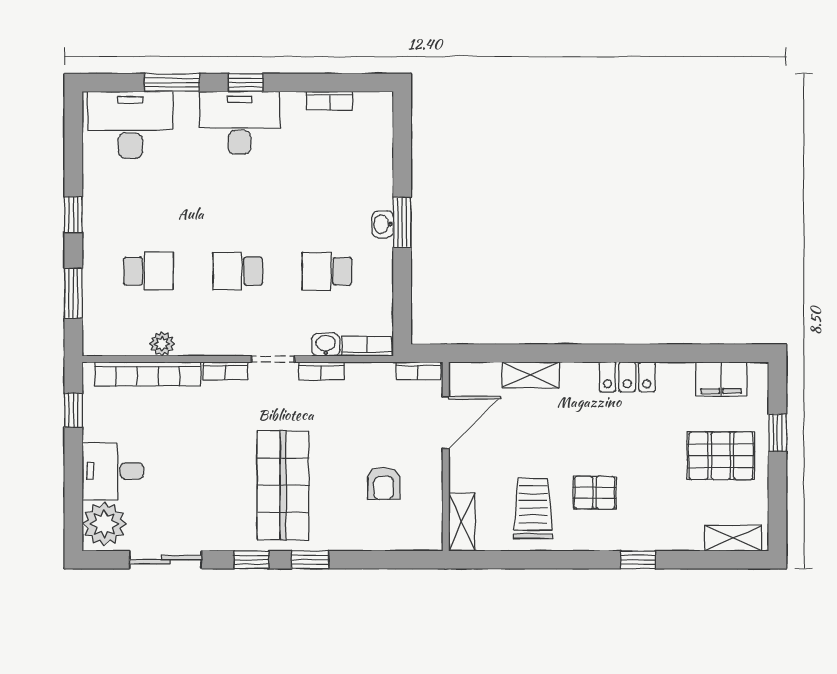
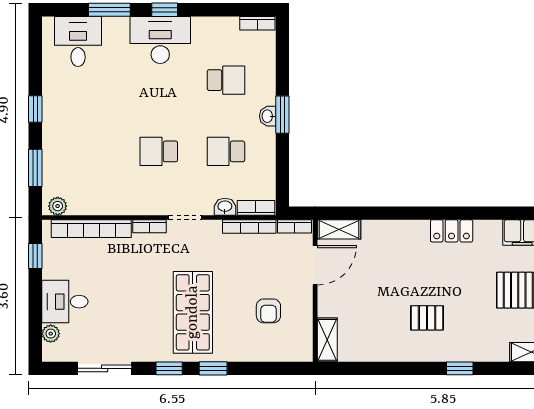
bookcase: (330, 101) -> (257, 23), moved
desk: (130, 125) -> (78, 41), width x0.73
school desk: (148, 271) -> (226, 80), moved
plant: (162, 344) -> (58, 206), moved
bookcase: (321, 371) -> (249, 226), moved, width x1.56
shelving: (531, 375) -> (339, 229), moved
trolley: (533, 509) -> (381, 330), removed
plant: (104, 524) -> (51, 334), width x0.53, depth x0.53

